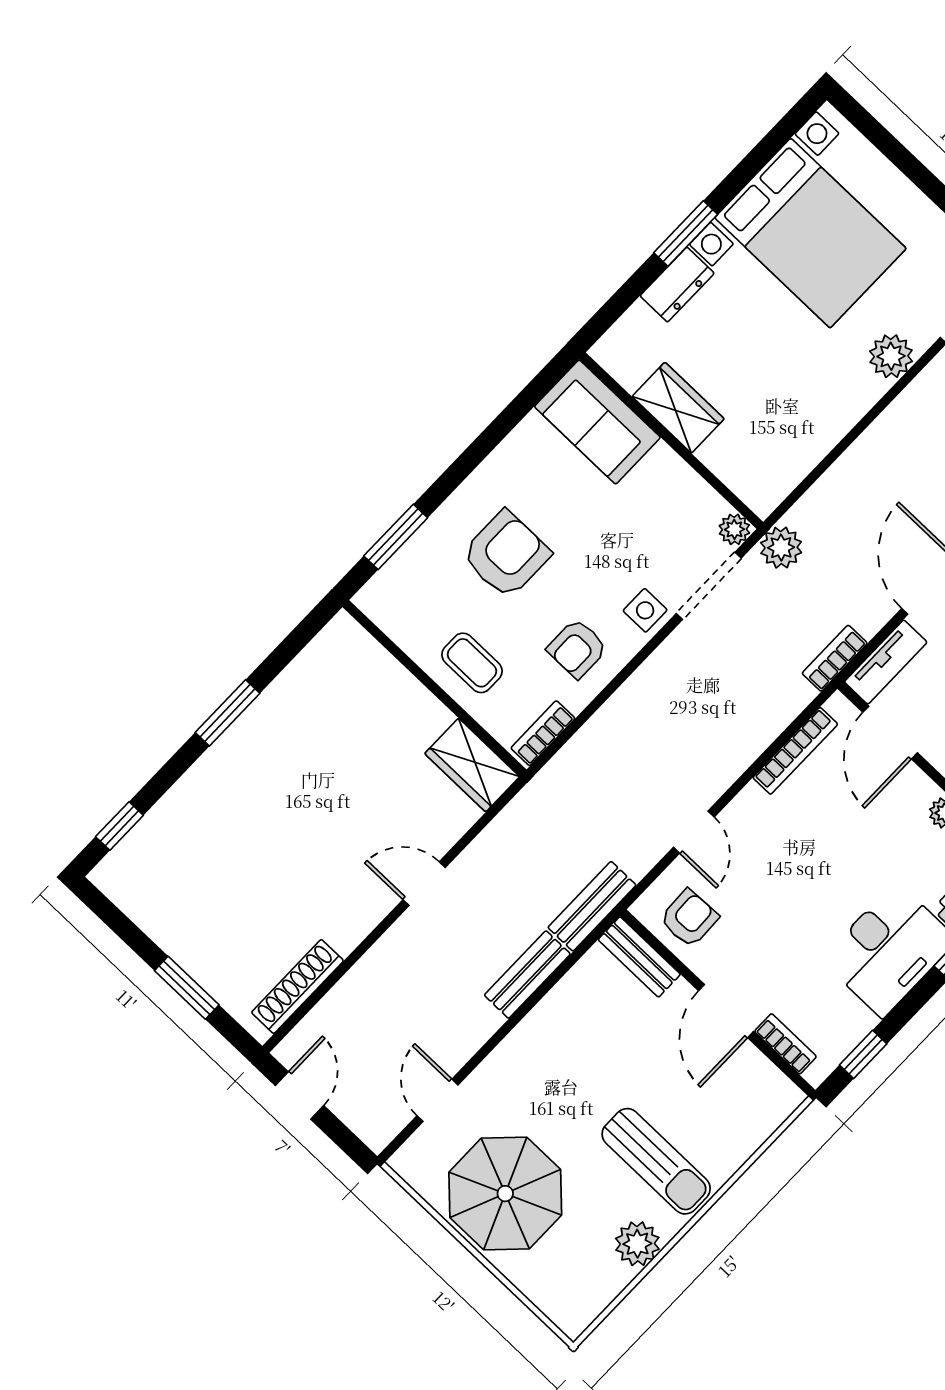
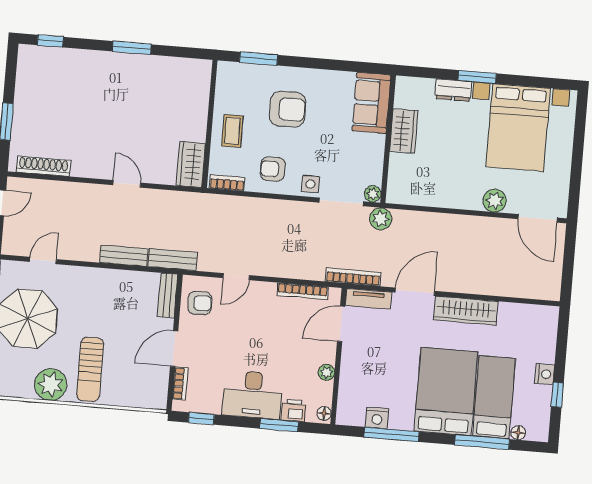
bookcase: (835, 658) -> (353, 277), width x1.56
plant: (637, 1244) -> (51, 385), width x1.36, depth x1.36

